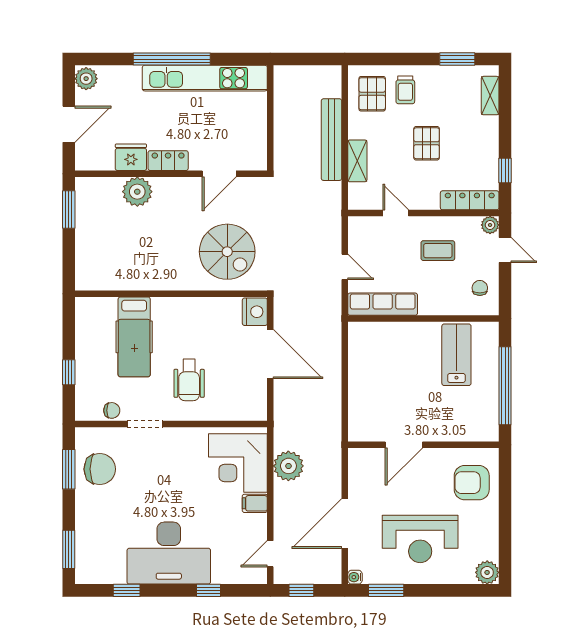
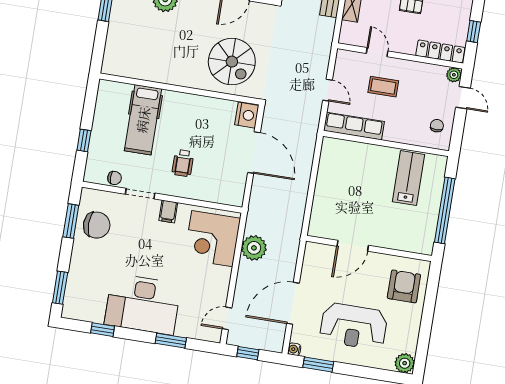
coffee table: (438, 251) -> (383, 87), moved
wheelchair: (189, 380) -> (183, 163), width x0.73, depth x0.73
armchair: (472, 483) -> (404, 286), turned 90
filing cabinet: (255, 503) -> (168, 211), moved, turned -90
window: (209, 590) -> (171, 341), width x1.50

